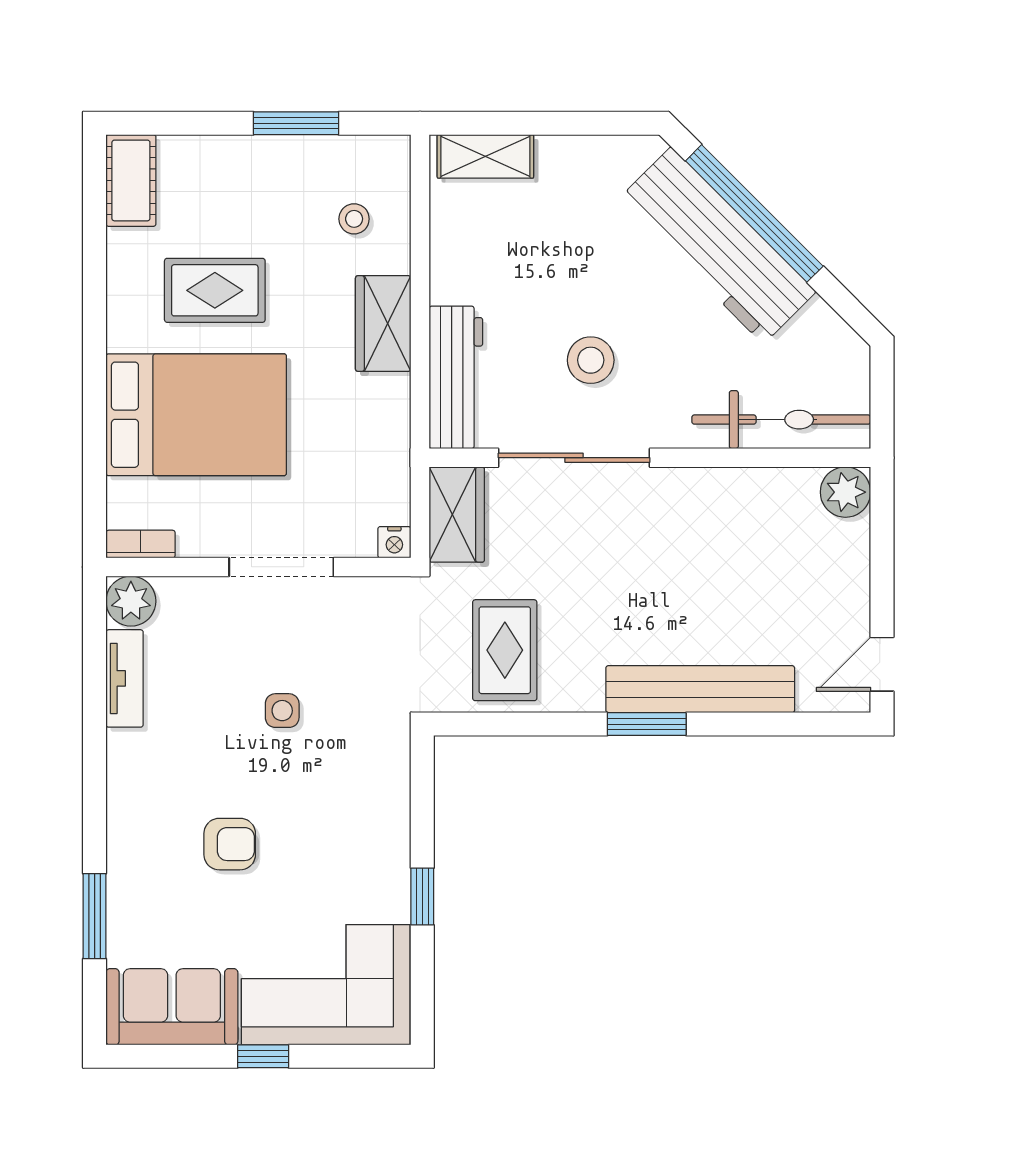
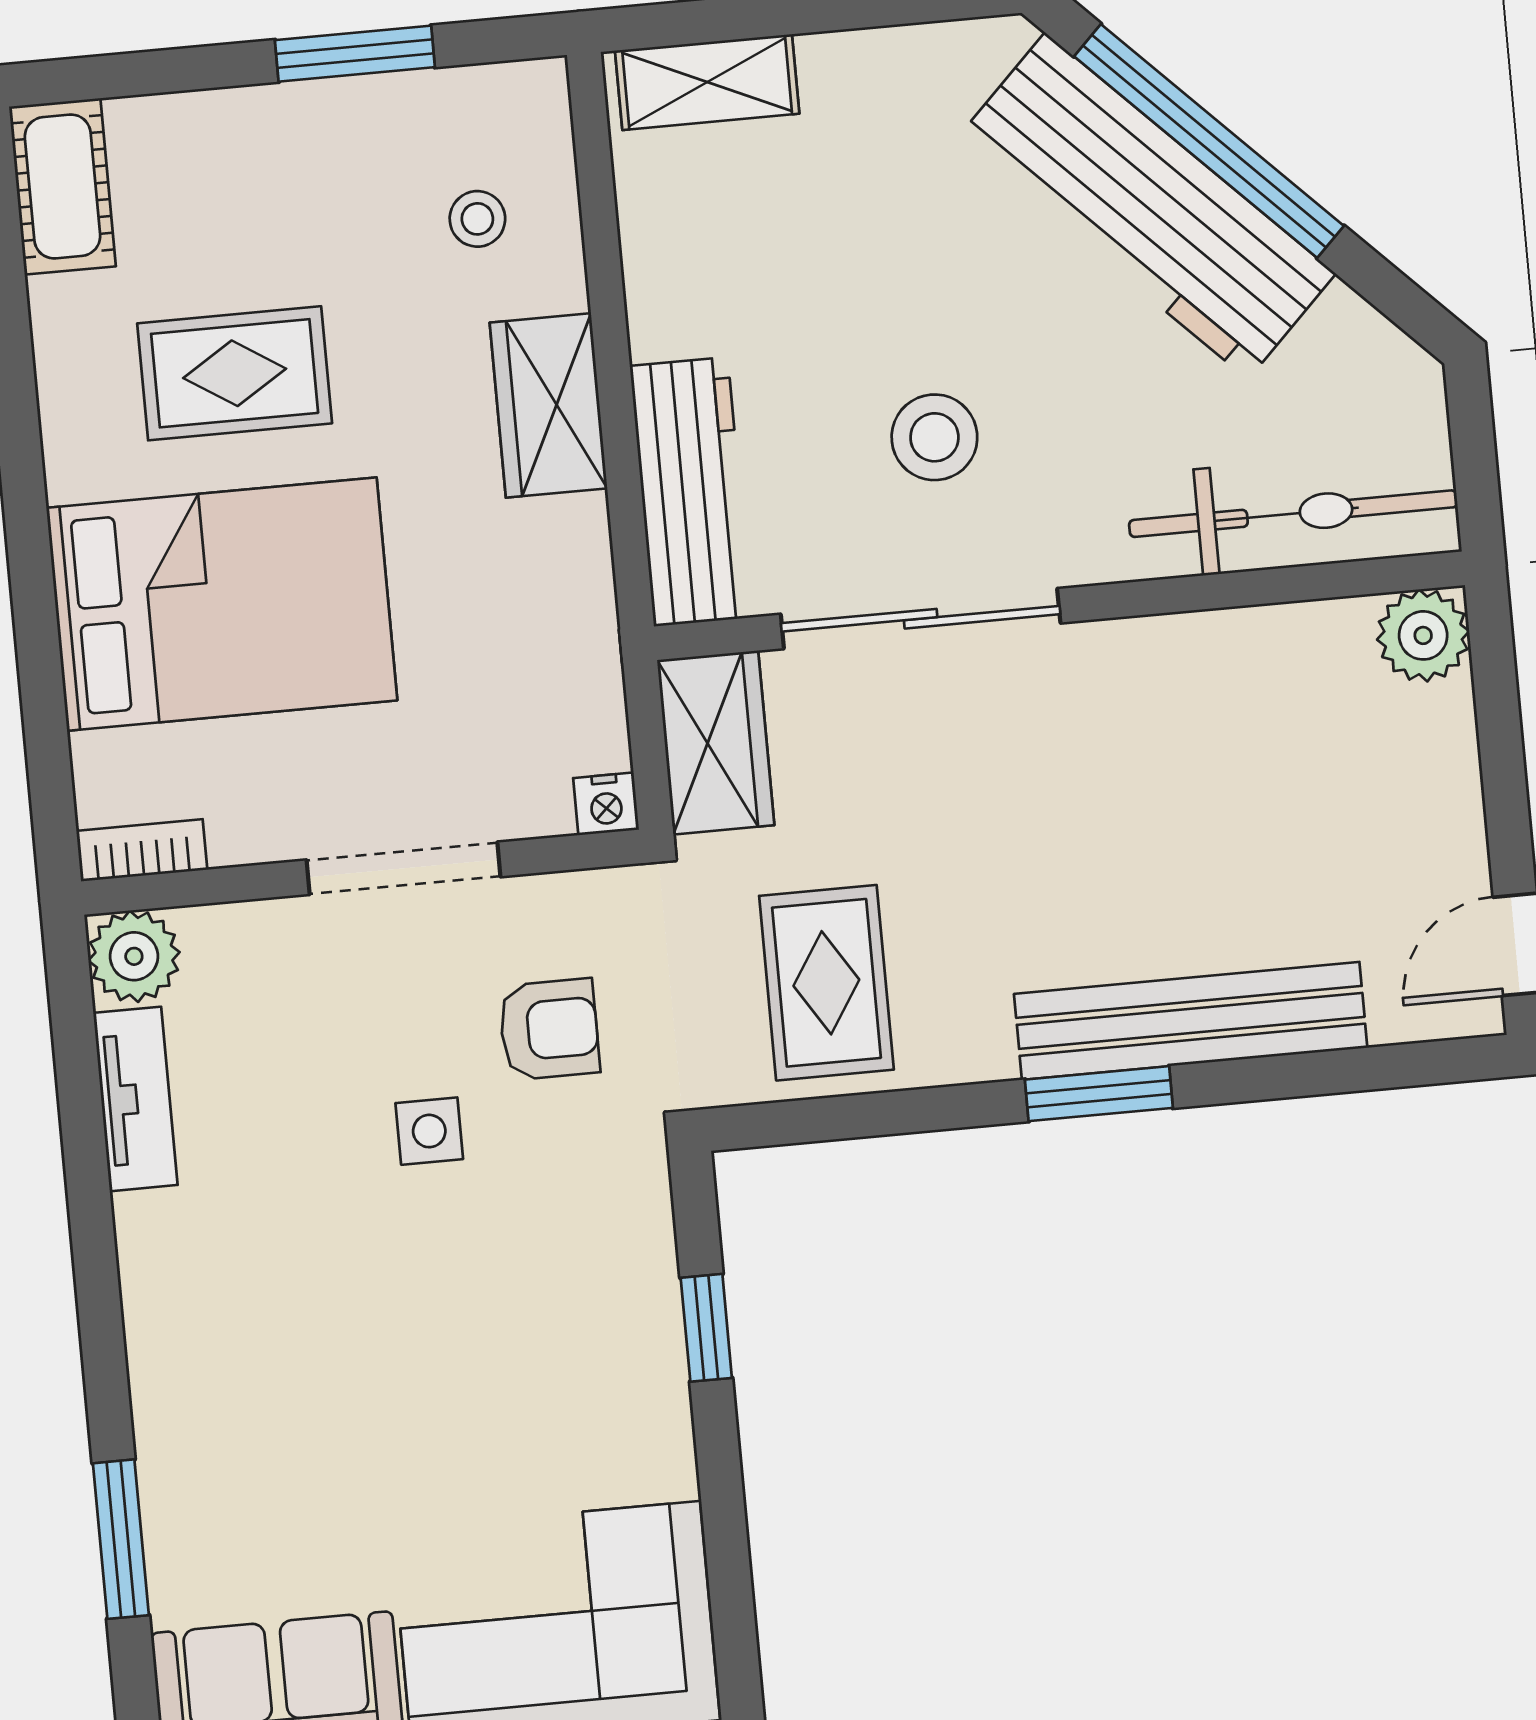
armchair: (230, 844) -> (549, 1029), moved
window: (422, 896) -> (706, 1328), moved

